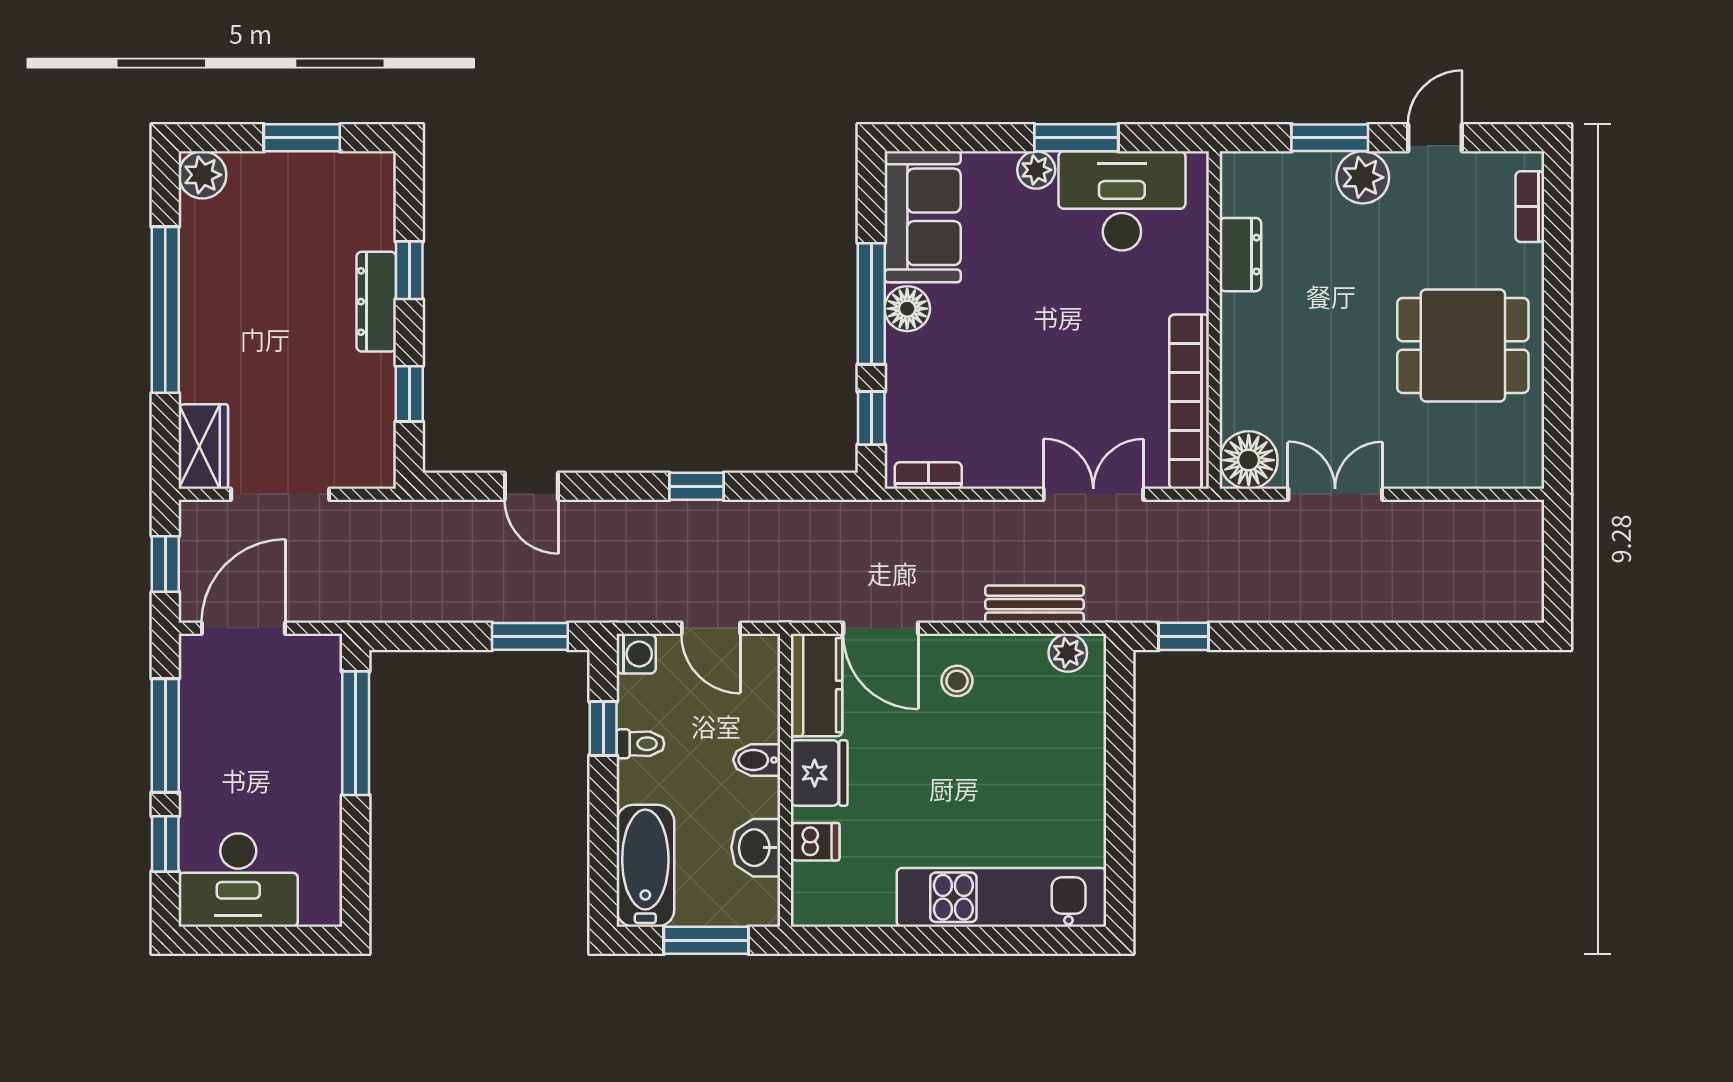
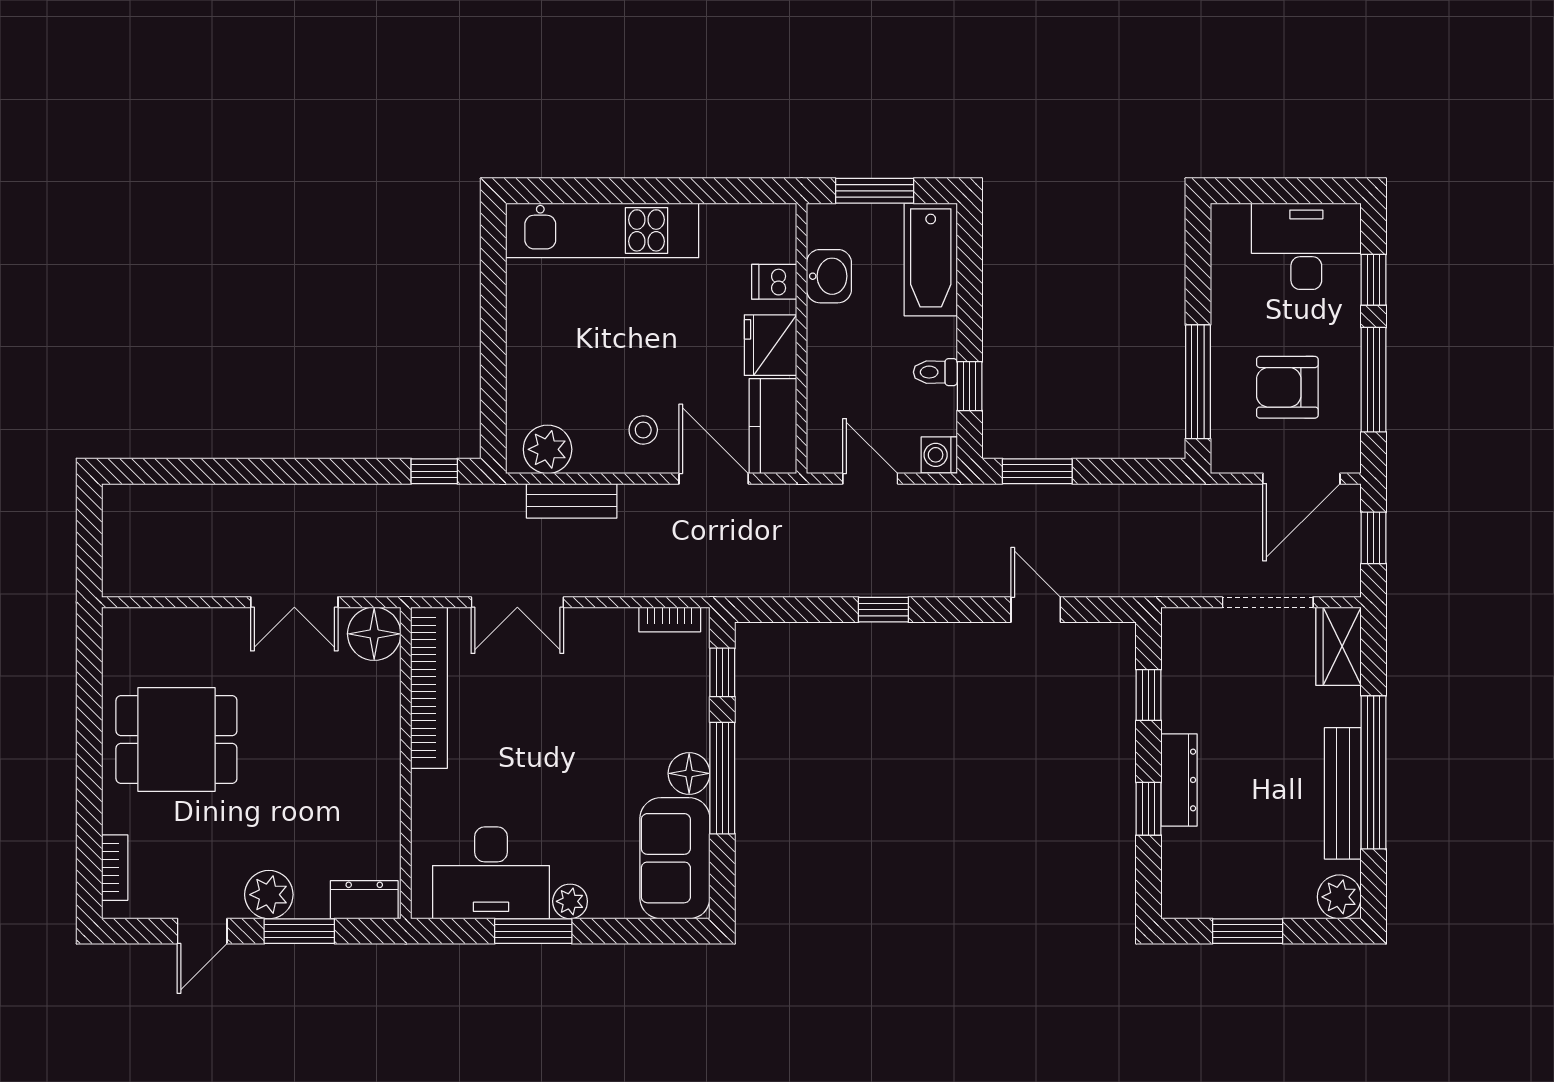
dresser: (1240, 255) -> (364, 900), moved, turned 90
bench: (199, 287) -> (1343, 793), added
plant: (1068, 653) -> (548, 449), width x1.38, depth x1.38
armchair: (259, 727) -> (1287, 387), added
bidet: (757, 760) -> (828, 357), removed

